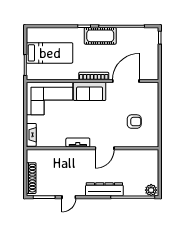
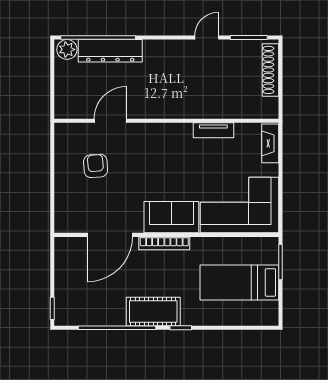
armchair: (134, 122) -> (96, 166), turned 86
tv unit: (78, 142) -> (213, 130), moved
door: (105, 148) -> (110, 121), moved
dresser: (104, 189) -> (110, 51), moved

